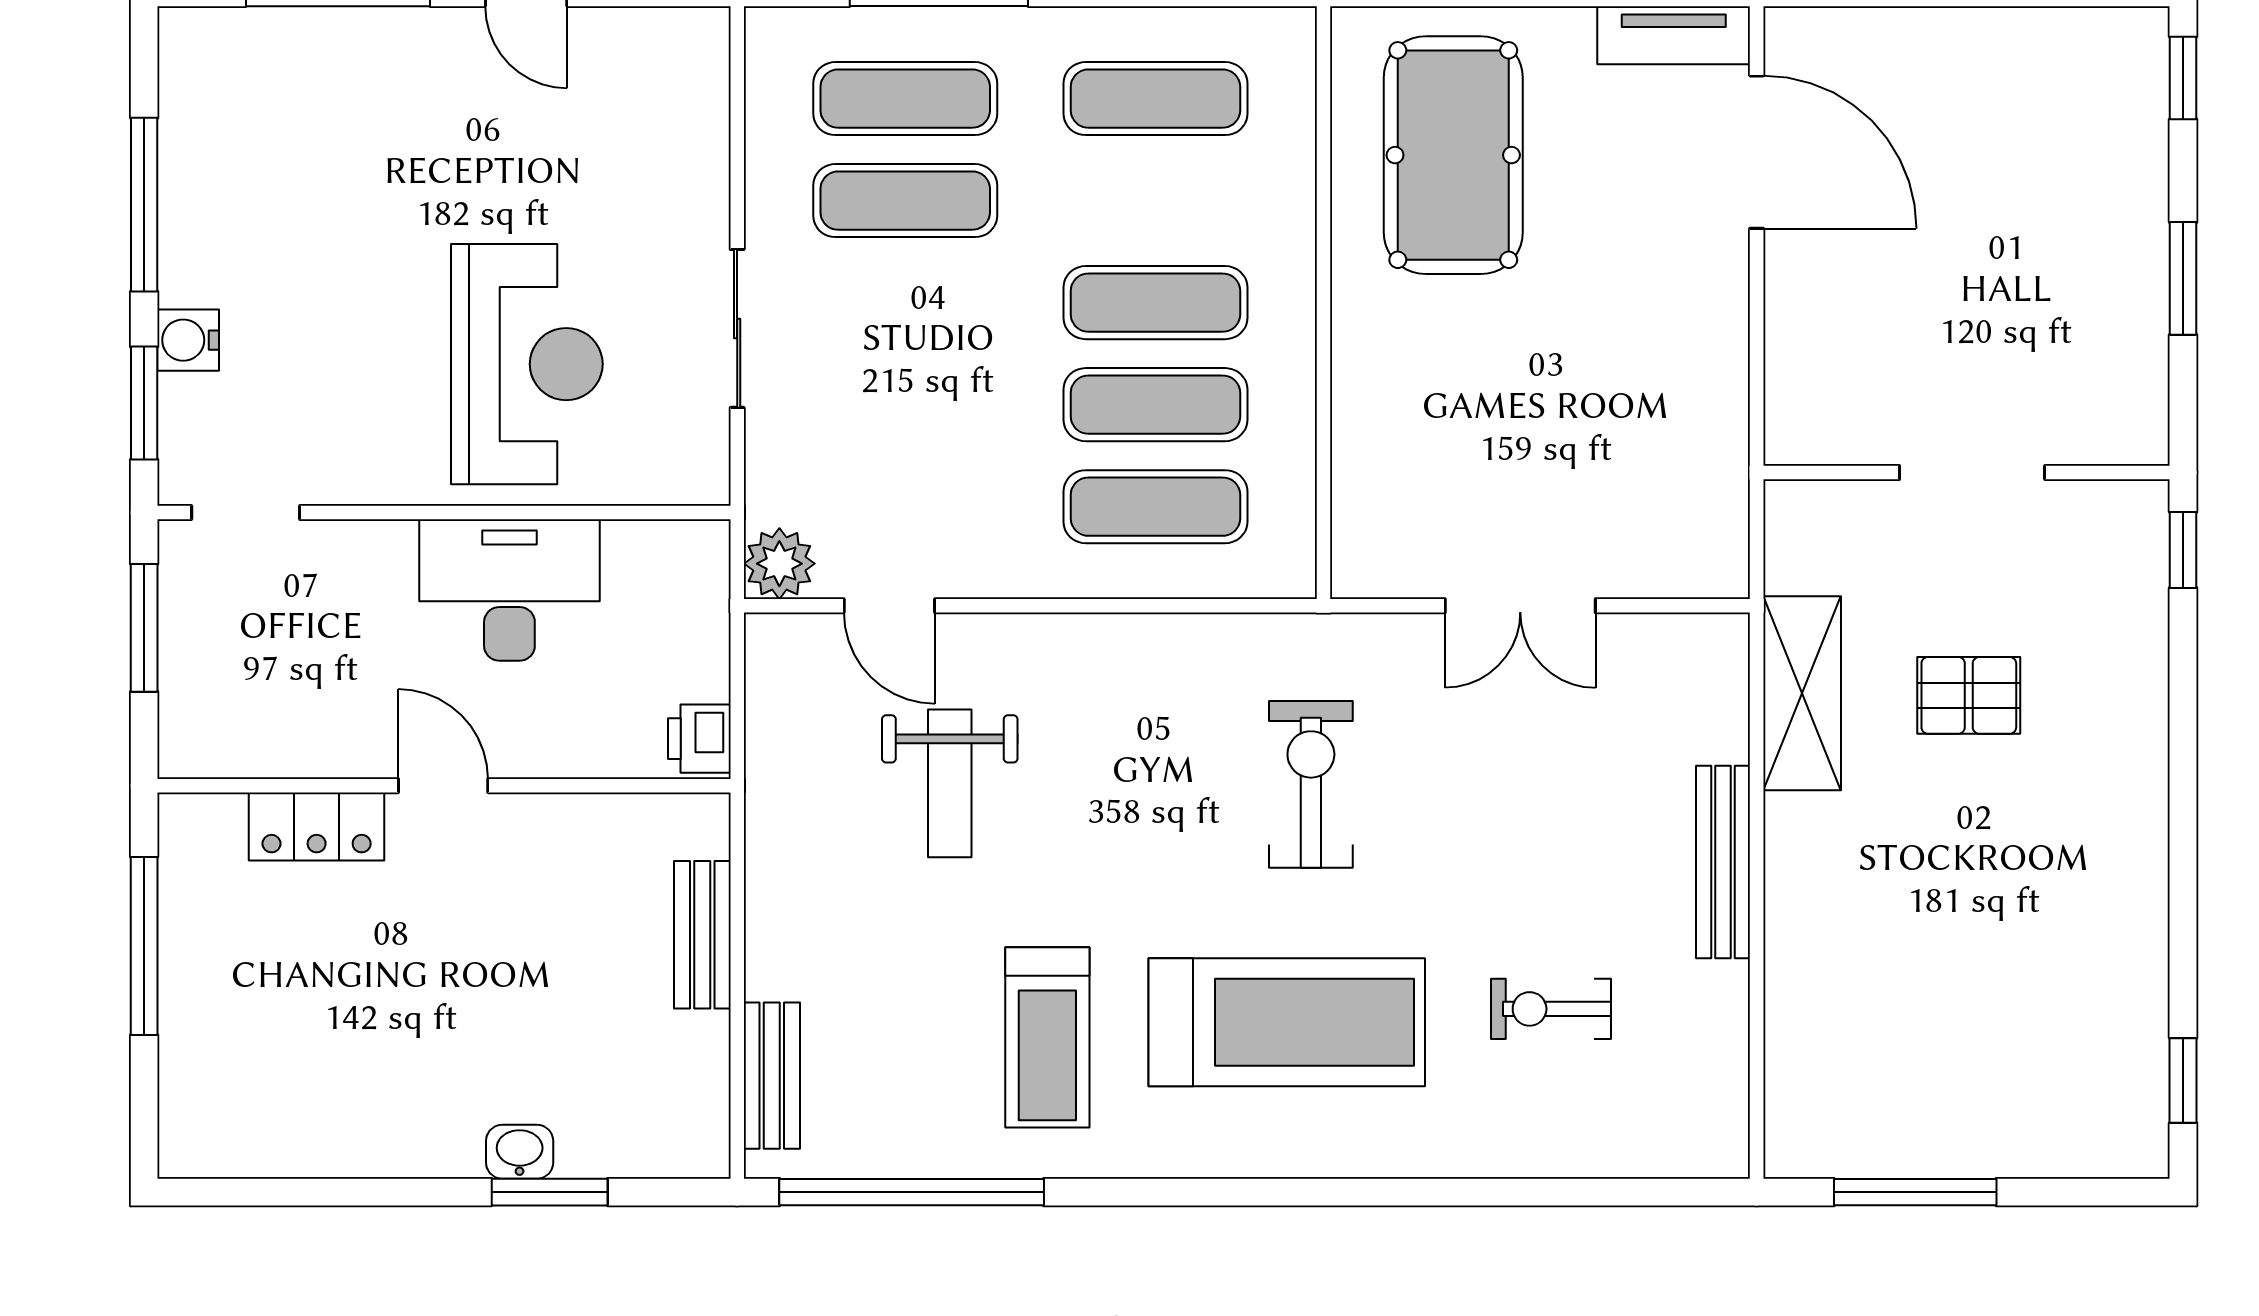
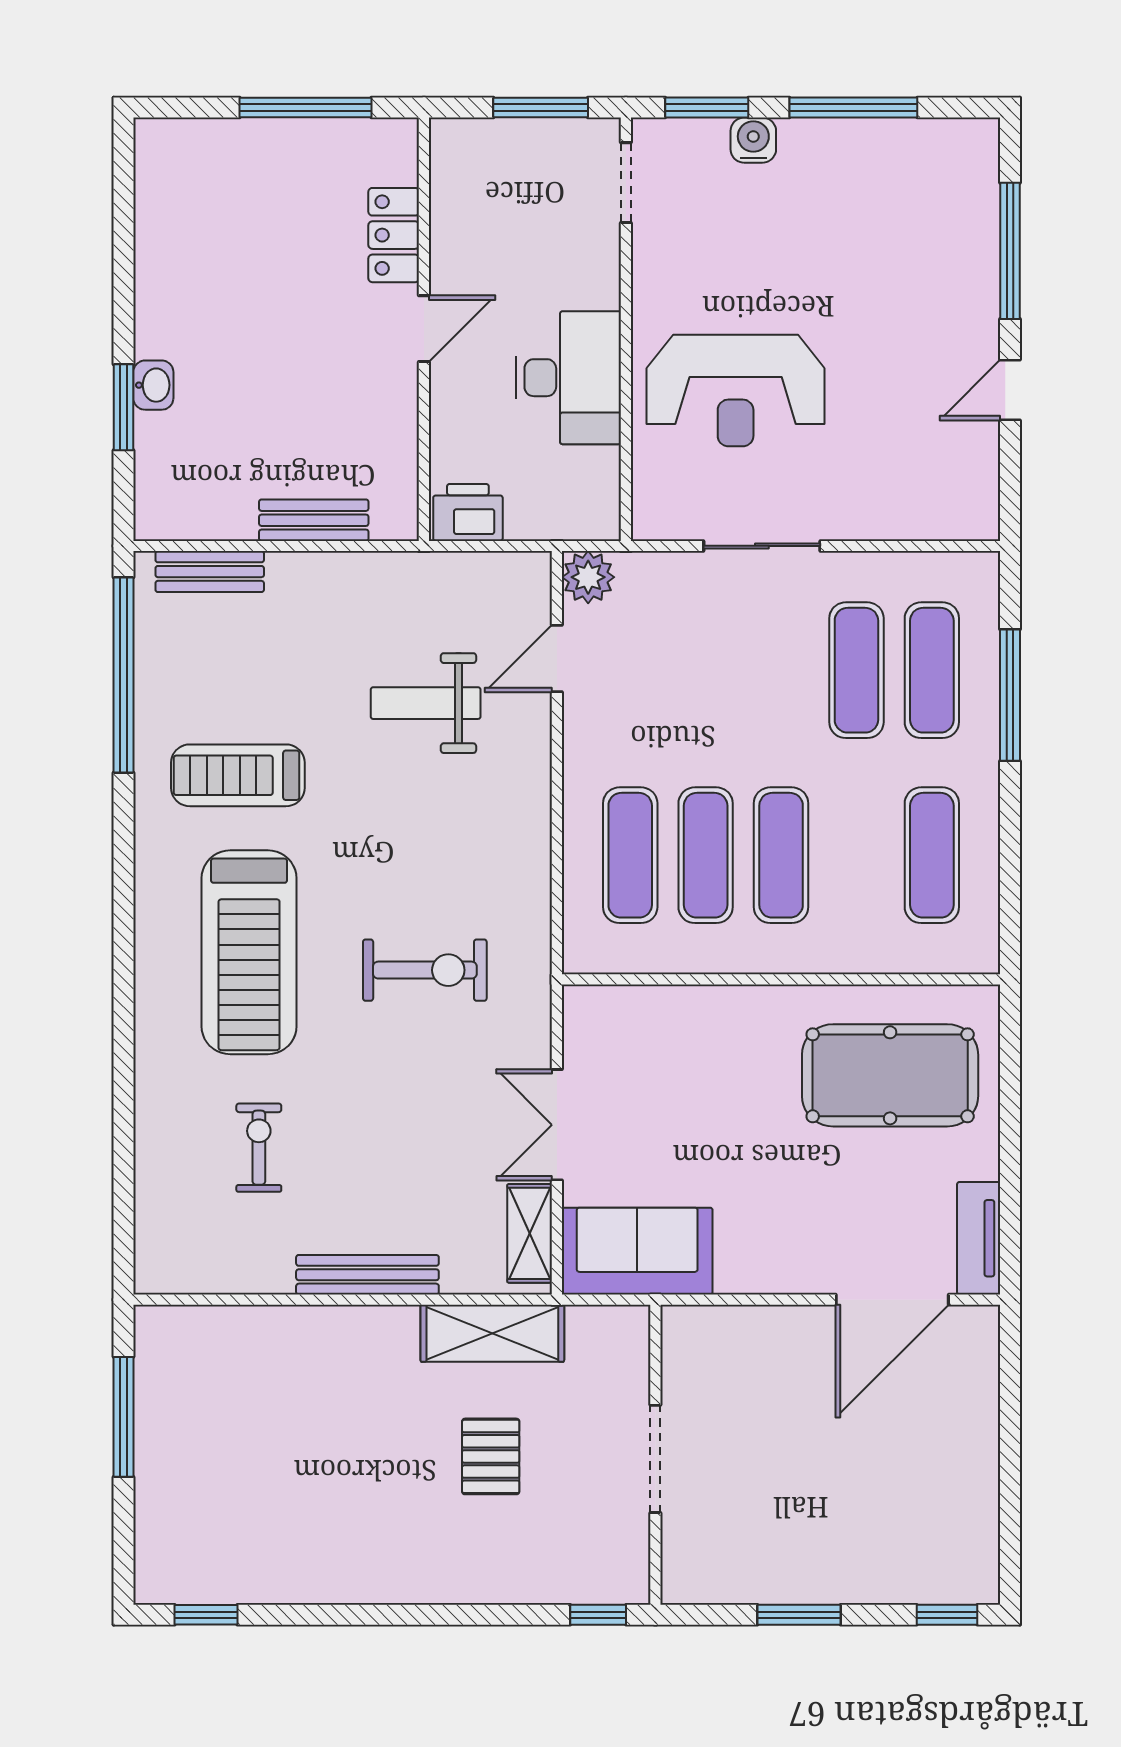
sofa: (1691, 497) -> (637, 1251), added
shelving: (1667, 643) -> (530, 1233), added
printer: (699, 739) -> (468, 512), width x1.36, depth x1.24

